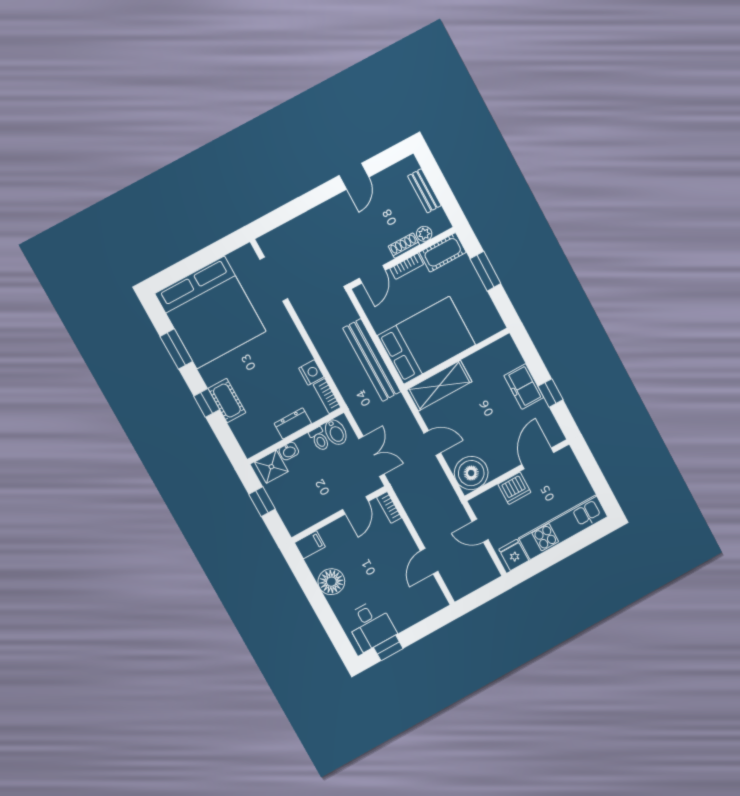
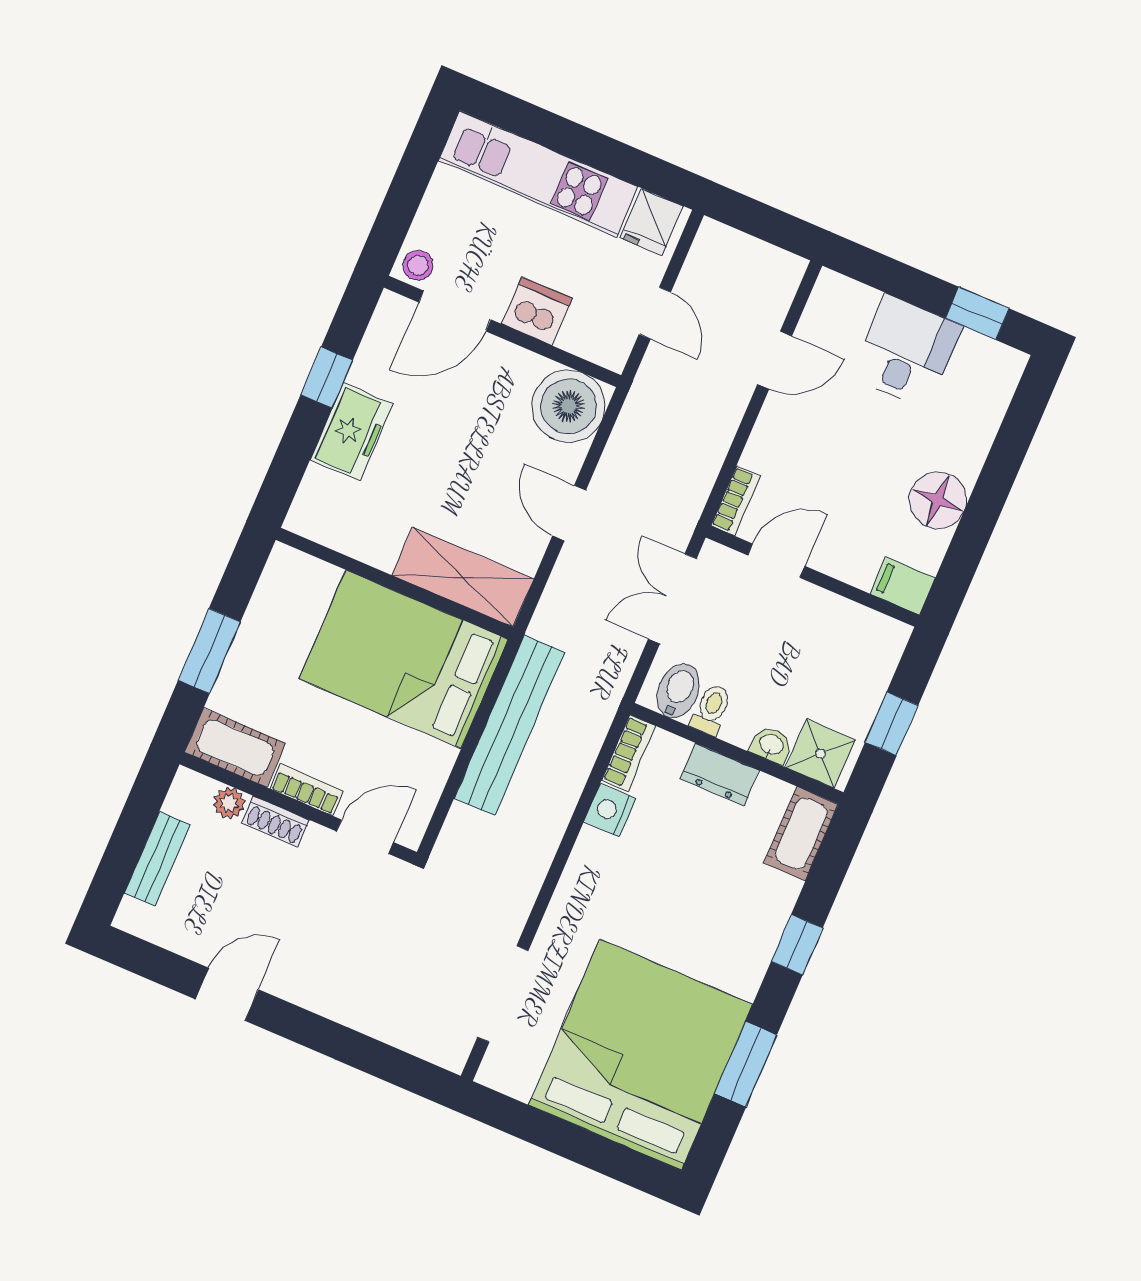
cot: (227, 401) -> (801, 834), moved
stool: (565, 458) -> (418, 265), added
desk: (371, 625) -> (906, 351), moved

